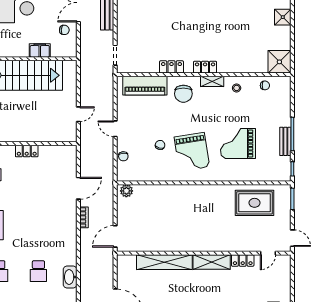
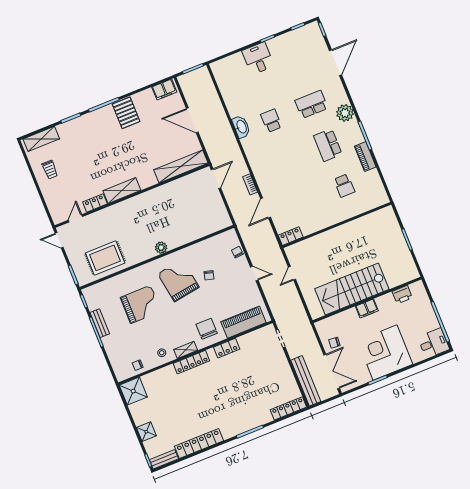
filing cabinet: (40, 50) -> (367, 308), moved
locker: (205, 67) -> (191, 362), width x1.53
locker: (27, 151) -> (291, 236), moved
plant: (126, 191) -> (161, 248), moved
shelving: (164, 262) -> (181, 166), moved

